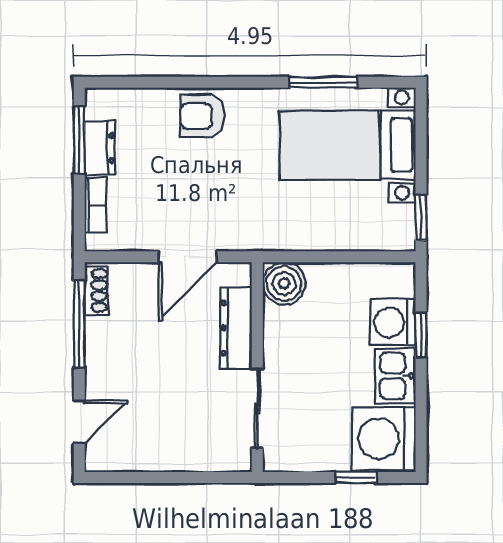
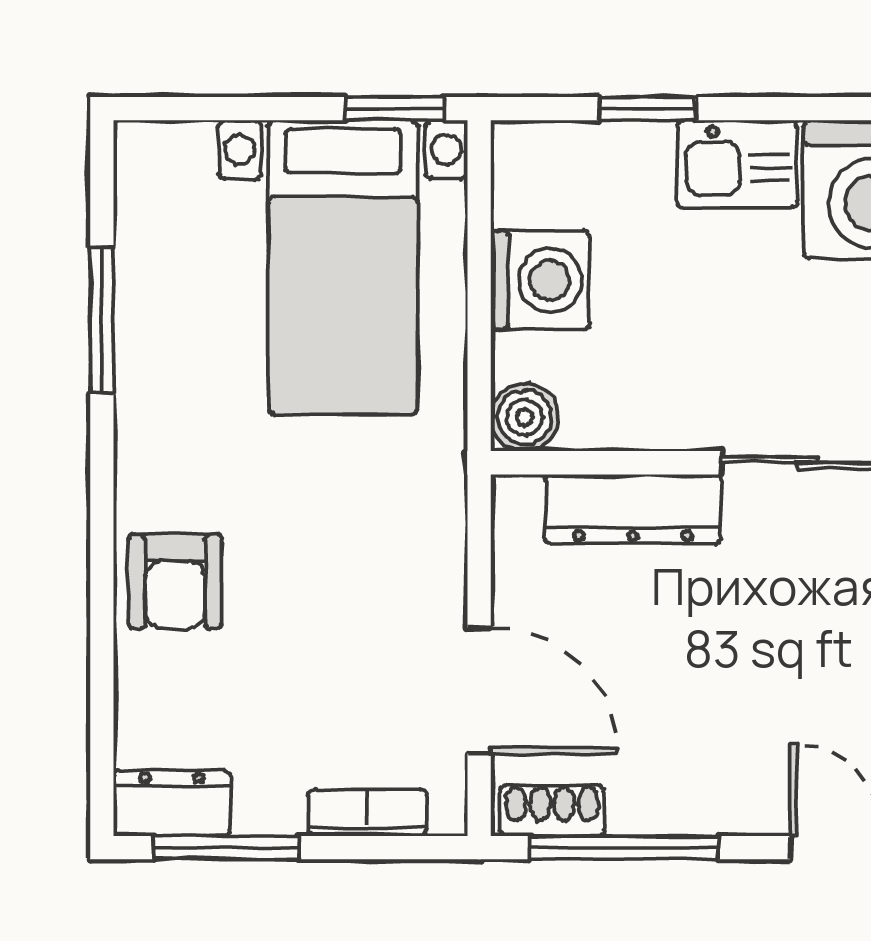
bed with nightstands: (348, 145) -> (343, 267), moved
dresser: (100, 148) -> (172, 803), moved
door: (188, 257) -> (479, 691), moved
boiler: (284, 284) -> (525, 417), width x0.73, depth x0.73
washing machine: (393, 322) -> (540, 280), moved, turned -90

